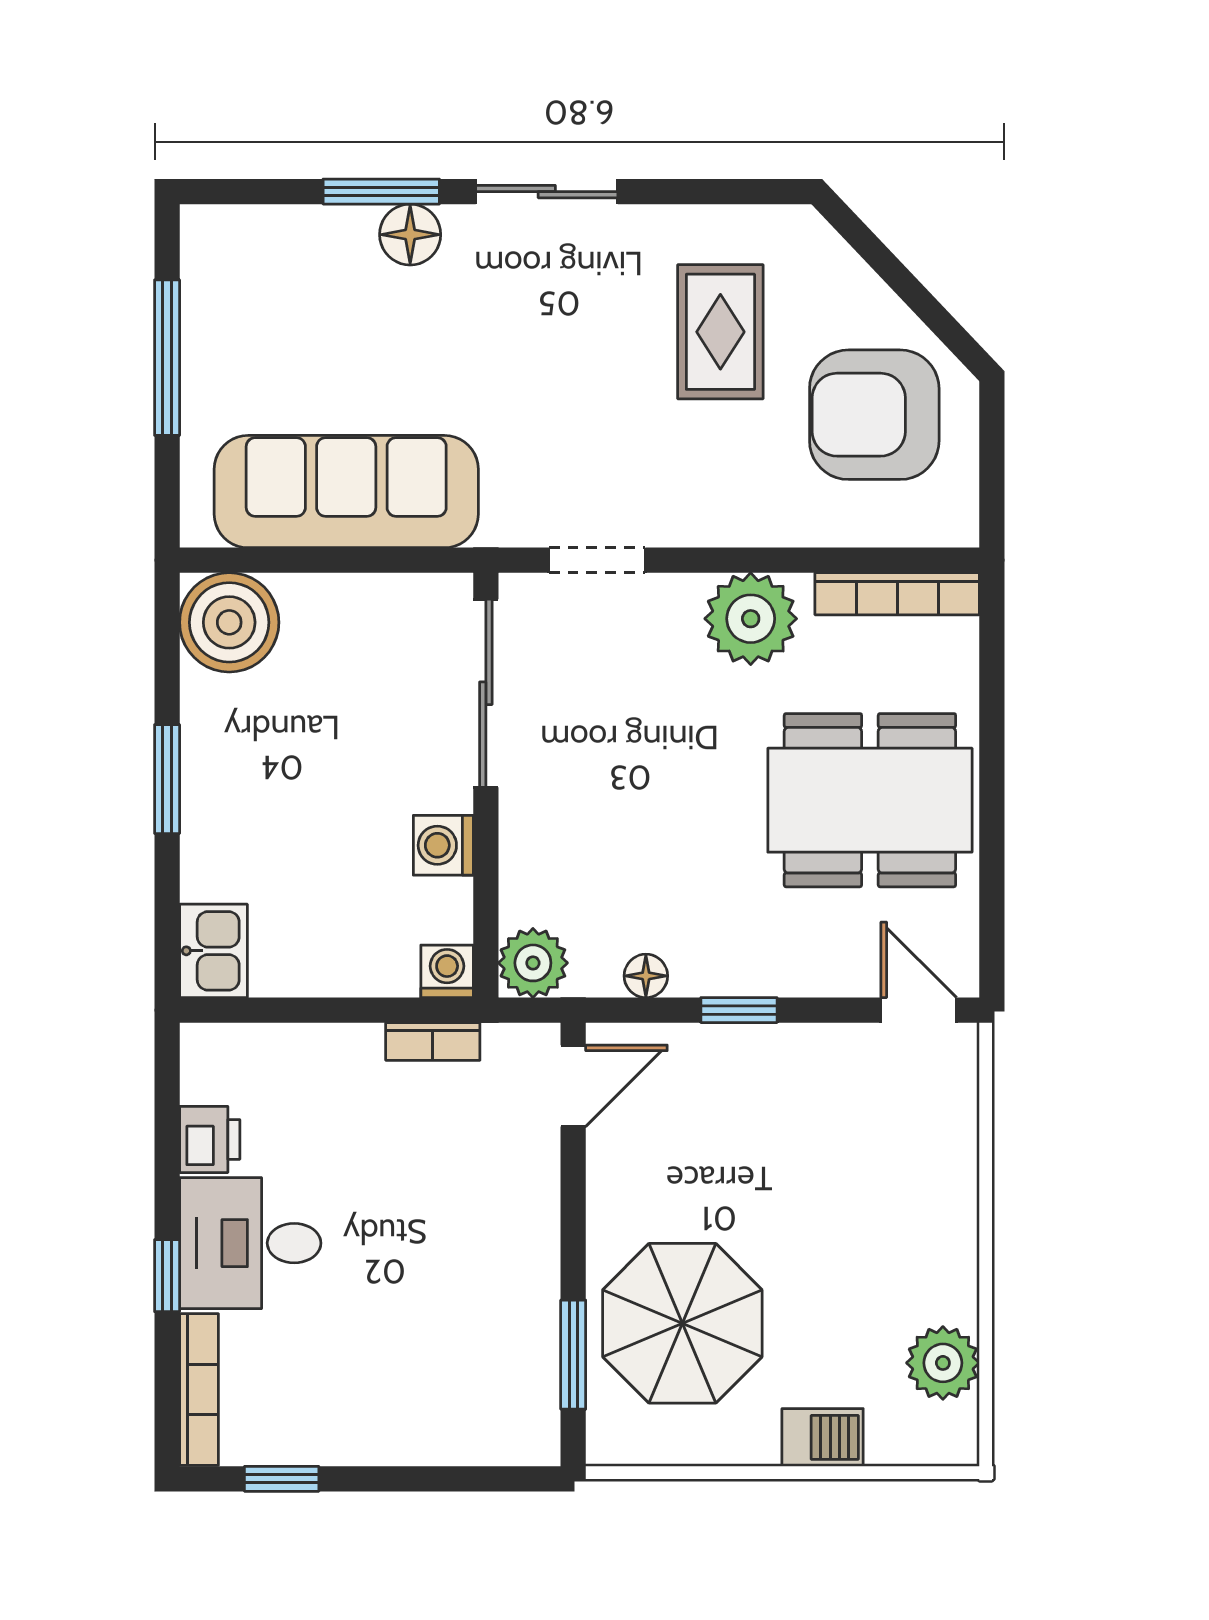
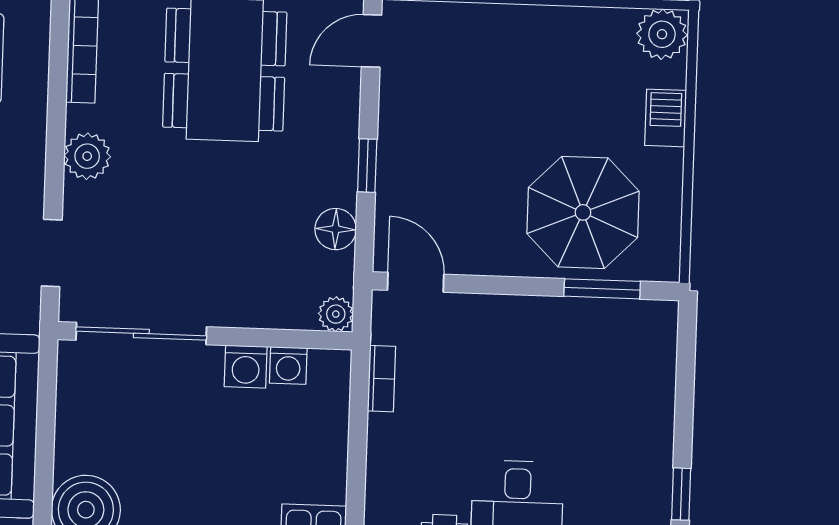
plant: (751, 619) -> (87, 156), width x0.73, depth x0.73
plant: (533, 963) -> (336, 314), width x0.73, depth x0.73
washing machine: (447, 971) -> (288, 366), moved, turned -90
floor lamp: (646, 976) -> (336, 229), width x1.37, depth x1.37
plant: (943, 1363) -> (662, 34), moved

